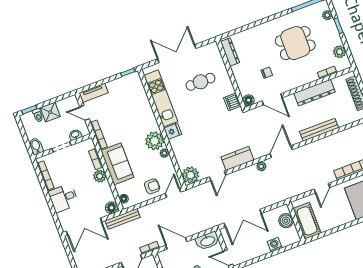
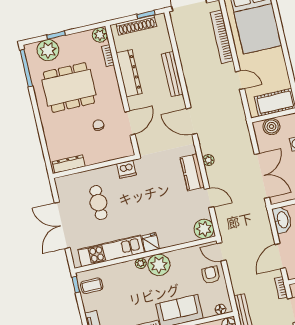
plant: (327, 15) -> (48, 50), width x1.88, depth x1.88
dining table: (295, 43) -> (69, 88), width x1.38
plant: (340, 52) -> (100, 35), moved
coffee table: (129, 86) -> (92, 286), added
floor lamp: (249, 100) -> (127, 150), removed
plant: (164, 153) -> (141, 263), moved
plant: (261, 166) -> (208, 160), moved

